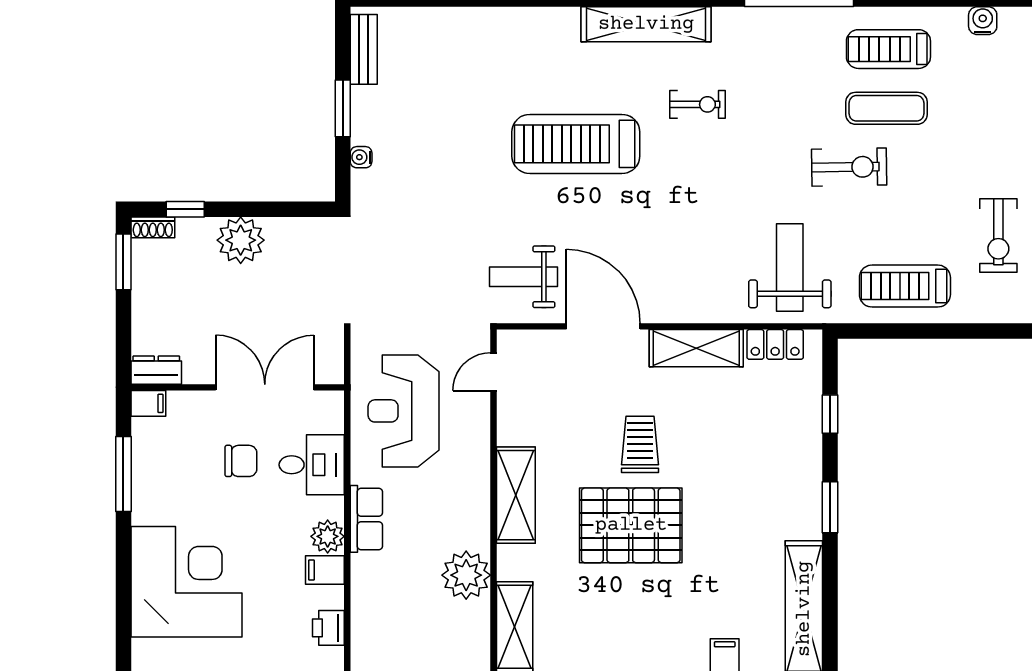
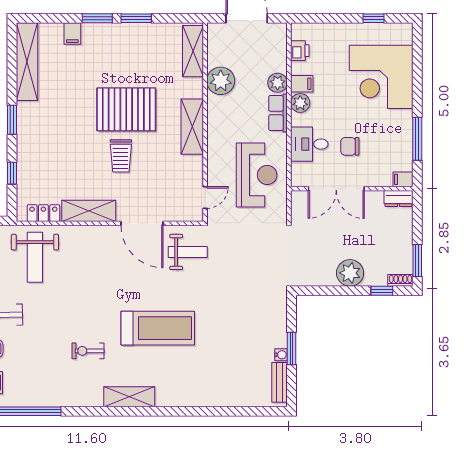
shelving: (646, 24) -> (129, 397), width x0.68
water cooler: (361, 157) -> (281, 355), moved
plant: (367, 572) -> (278, 83), added

